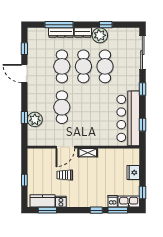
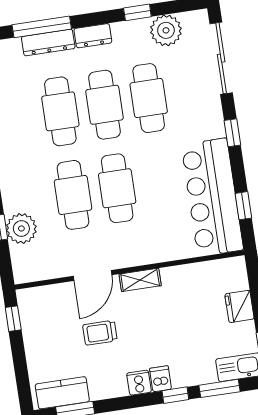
plant: (100, 35) -> (166, 30), moved
cafe table: (83, 107) -> (117, 188), added
window: (24, 180) -> (13, 319), moved
dishwasher: (113, 201) -> (161, 379), moved
cooker: (61, 202) -> (139, 383), moved

